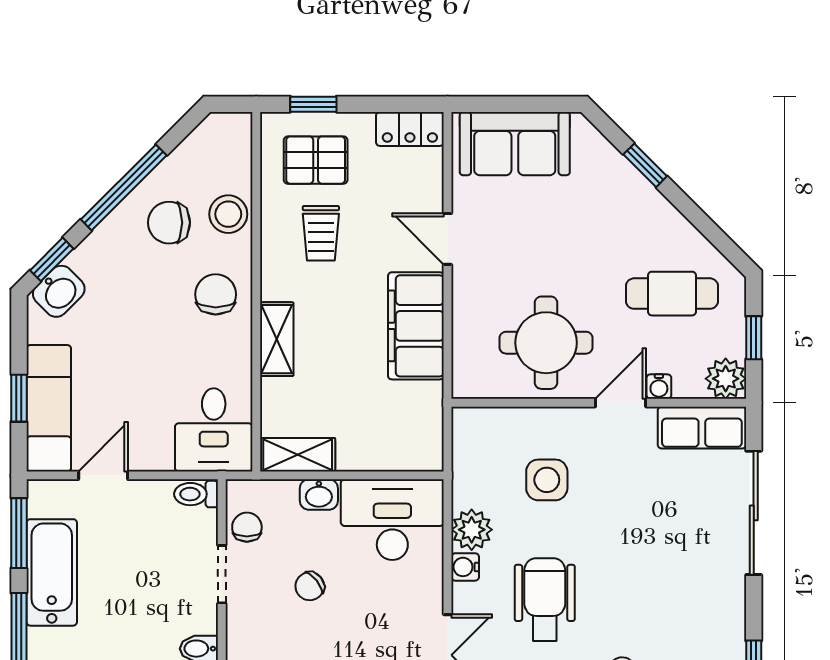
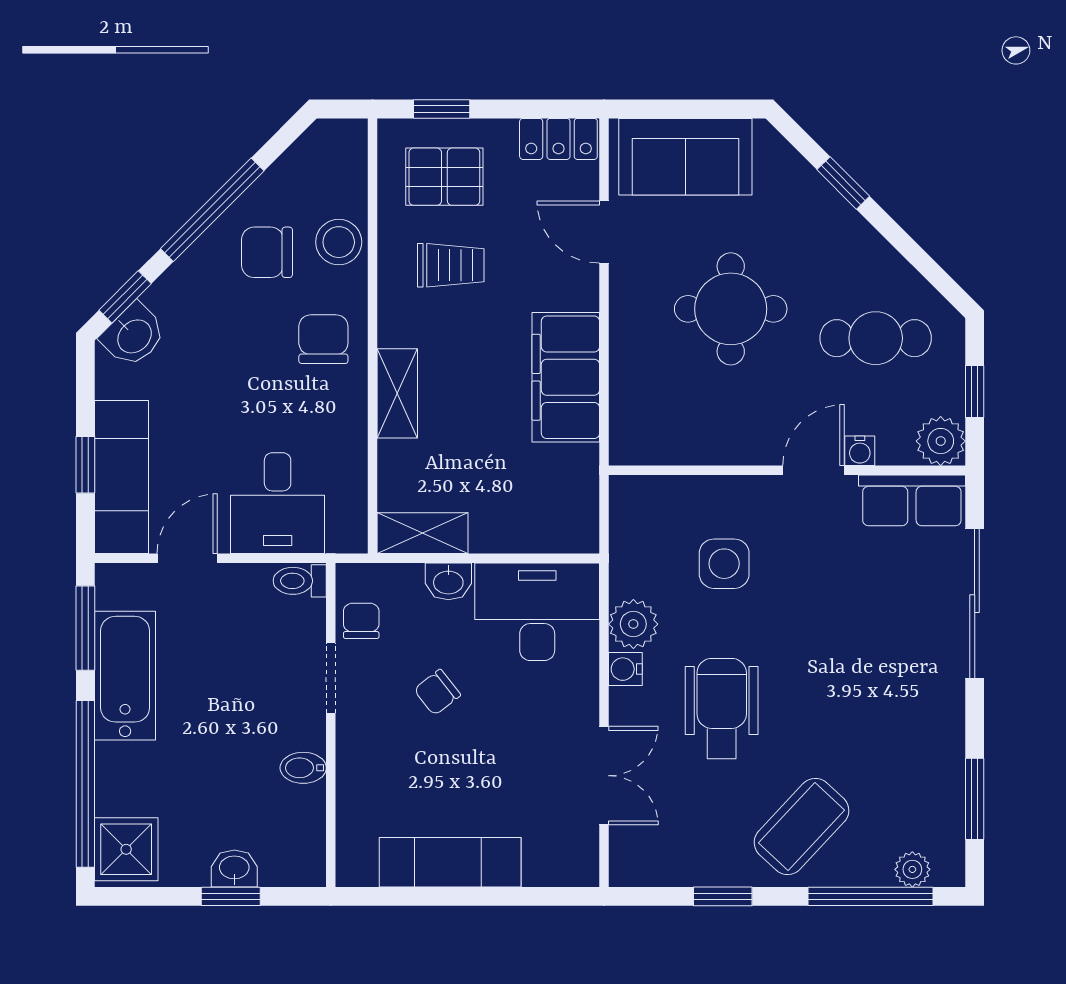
trolley: (321, 233) -> (451, 265), turned -90
door: (448, 239) -> (604, 232), moved
round table: (546, 343) -> (731, 309), moved
desk: (214, 430) -> (278, 503), moved

